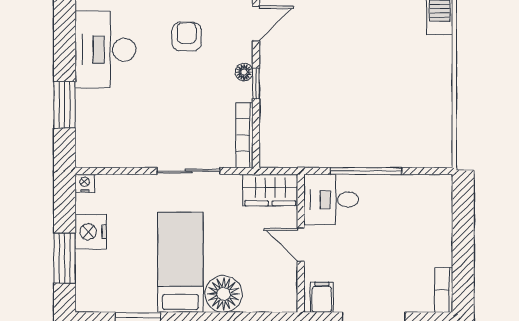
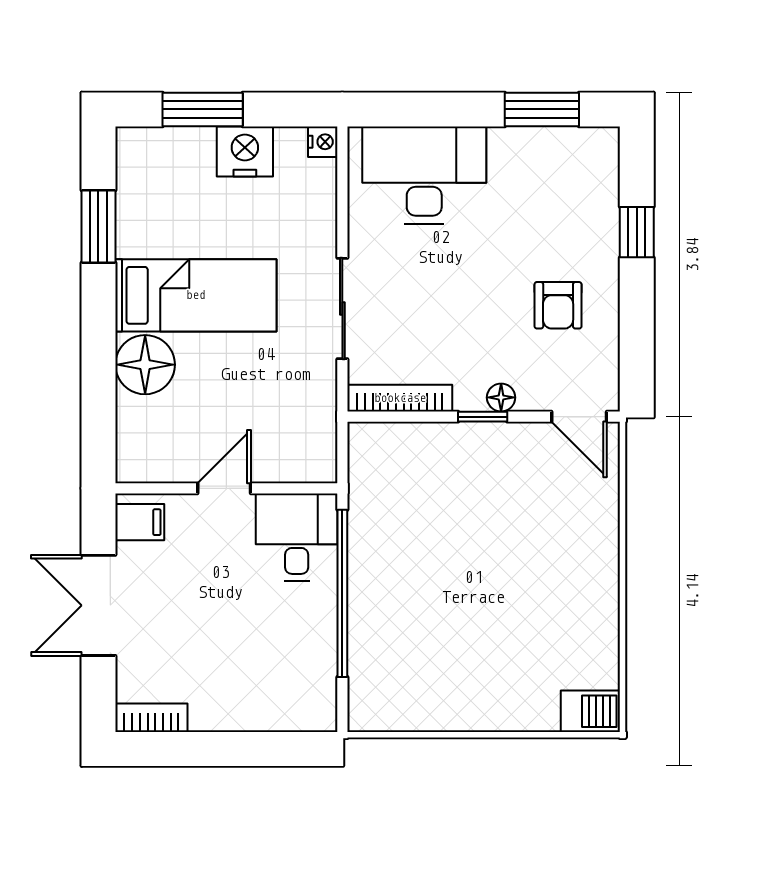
armchair: (187, 37) -> (558, 305), turned 90
desk: (105, 50) -> (424, 175), moved
window: (65, 105) -> (542, 109), moved
window: (366, 171) -> (342, 593), width x1.46
wardrobe: (270, 190) -> (312, 439), removed

